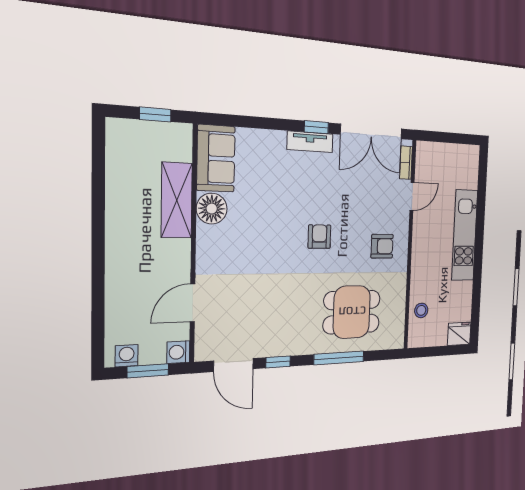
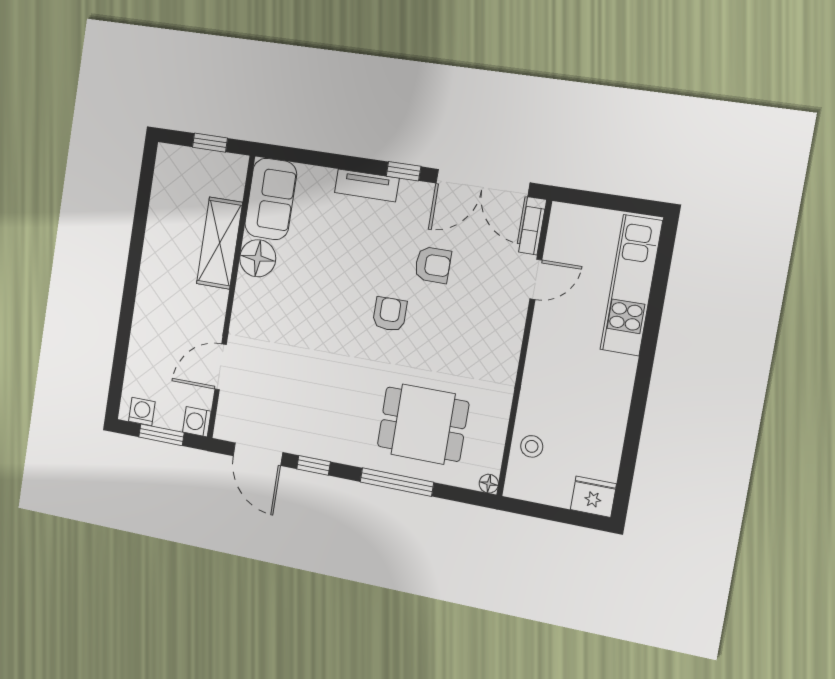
tv unit: (310, 142) -> (367, 185), moved
kitchen unit: (465, 235) -> (631, 285), moved
armchair: (382, 246) -> (433, 265), moved
floor lamp: (398, 342) -> (489, 484), added

